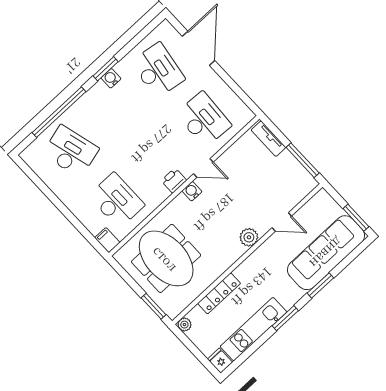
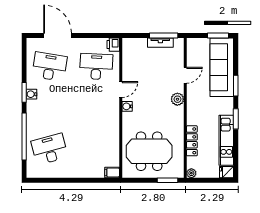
tv unit: (268, 139) -> (160, 43), moved
printer: (174, 181) -> (113, 45), moved
desk: (116, 201) -> (96, 149), removed

